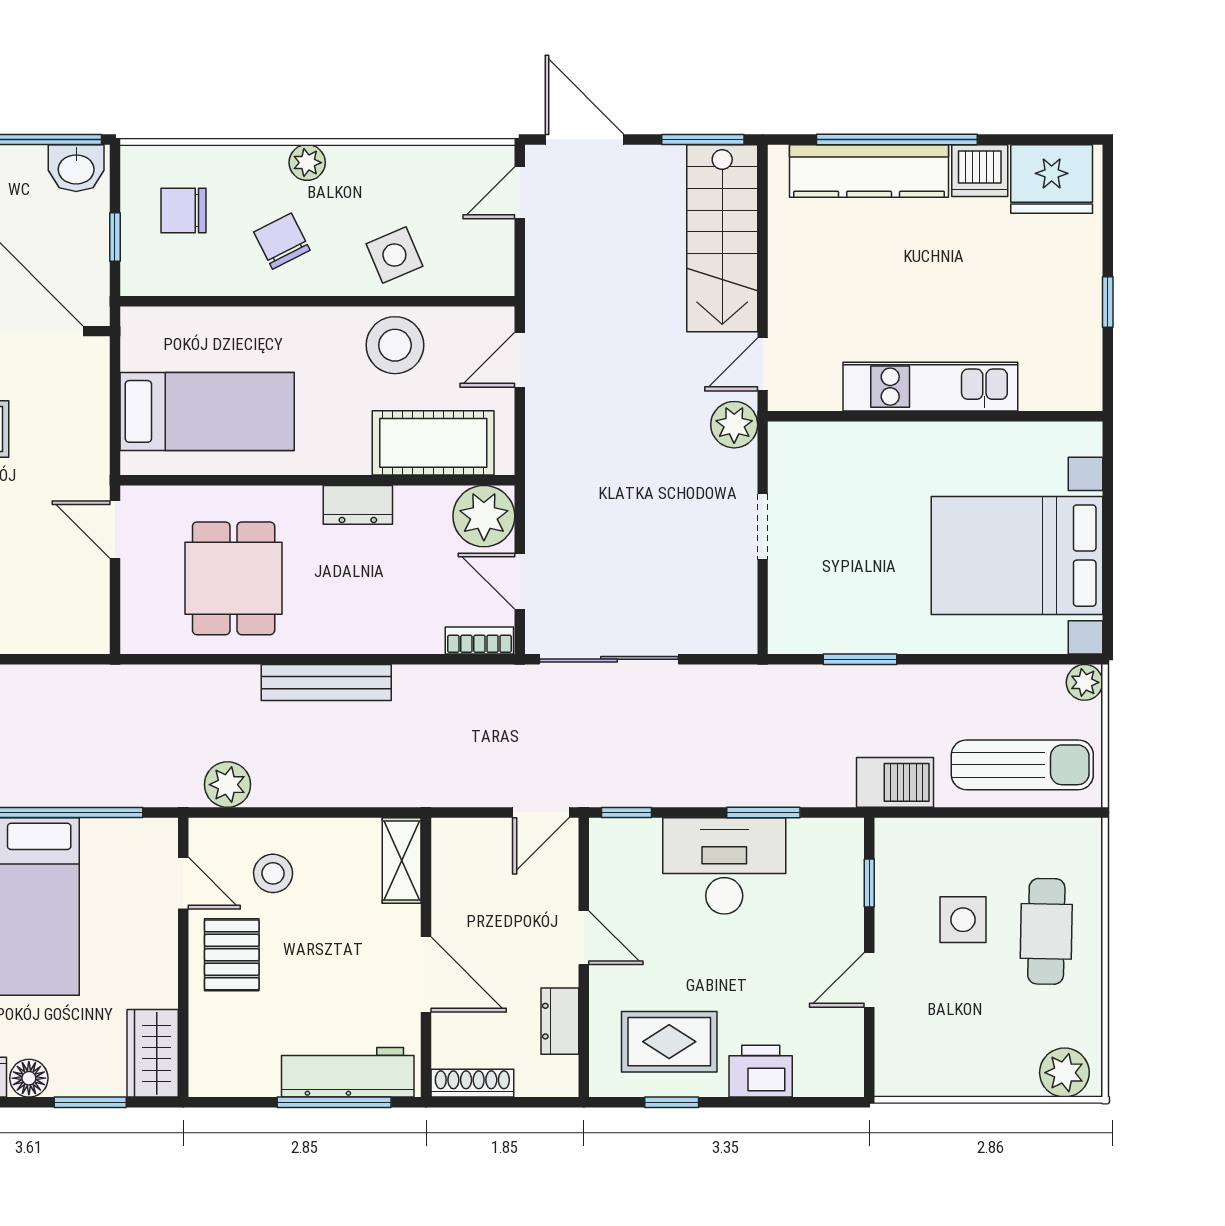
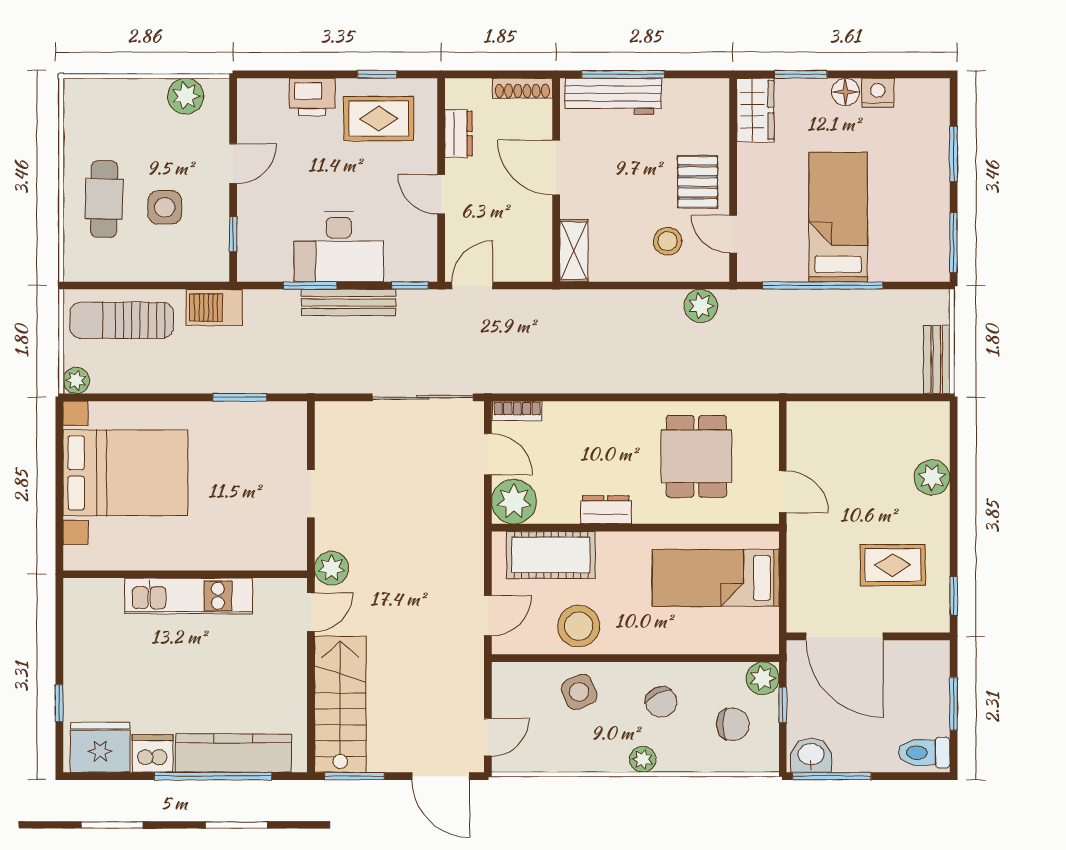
plant: (143, 274) -> (763, 678), added
window: (1108, 302) -> (59, 703), moved
bench: (326, 682) -> (349, 302), moved
plant: (1064, 1073) -> (186, 96), moved

